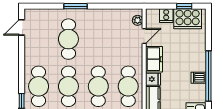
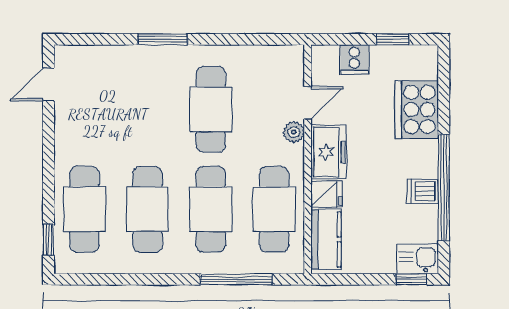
cooker: (188, 19) -> (417, 110), moved, turned 90
plant: (138, 20) -> (294, 132), moved
cafe table: (68, 39) -> (211, 109), moved

